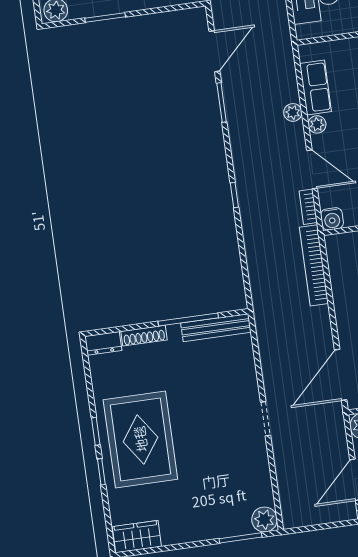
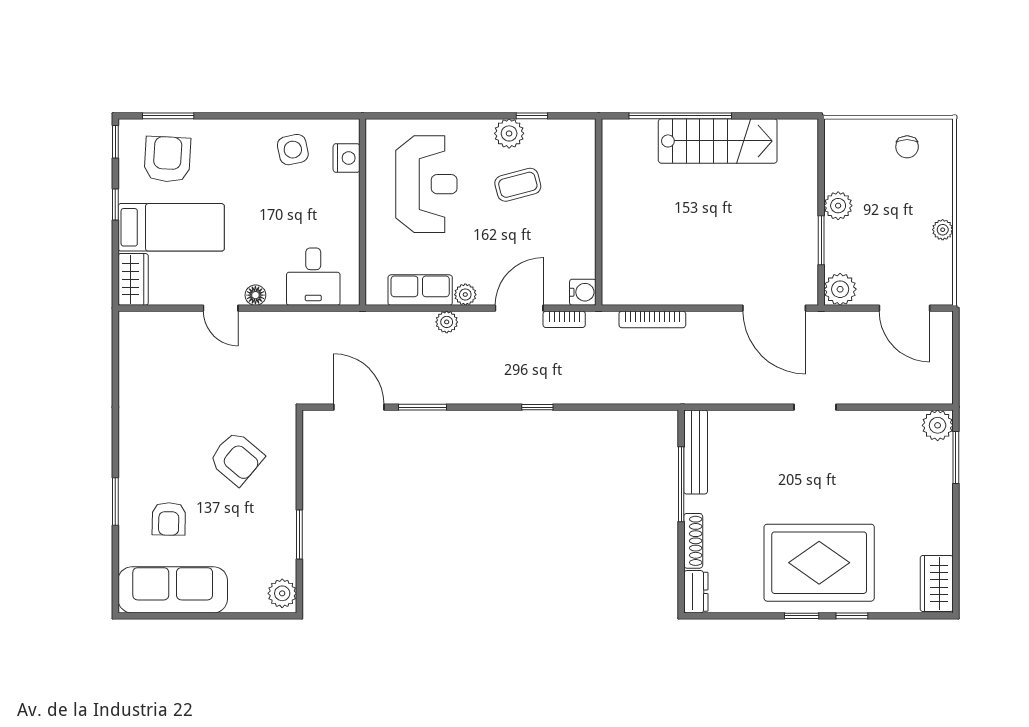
bookcase: (314, 265) -> (652, 319), width x0.68, depth x0.76

